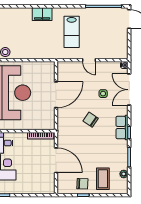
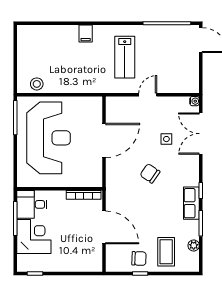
filing cabinet: (42, 14) -> (86, 34), width x0.50
door: (89, 60) -> (148, 95), swing flipped
row of seats: (122, 127) -> (191, 203), moved

